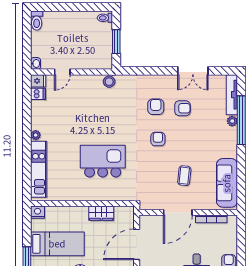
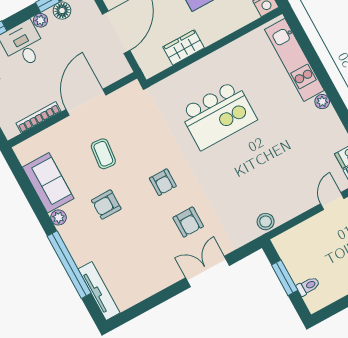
toilet: (105, 18) -> (308, 286), moved
double door: (193, 71) -> (207, 272), moved
armchair: (182, 108) -> (106, 205), moved
plant: (232, 121) -> (58, 217), moved
sofa: (227, 183) -> (48, 183), width x0.73

